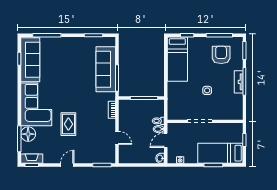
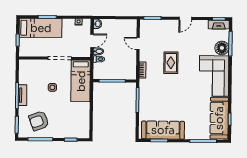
armchair: (221, 55) -> (39, 121), turned 70
bed: (177, 59) -> (81, 81), moved, turned 180
sofa: (106, 69) -> (163, 130), moved, turned -90
rug: (68, 124) -> (171, 63), moved

